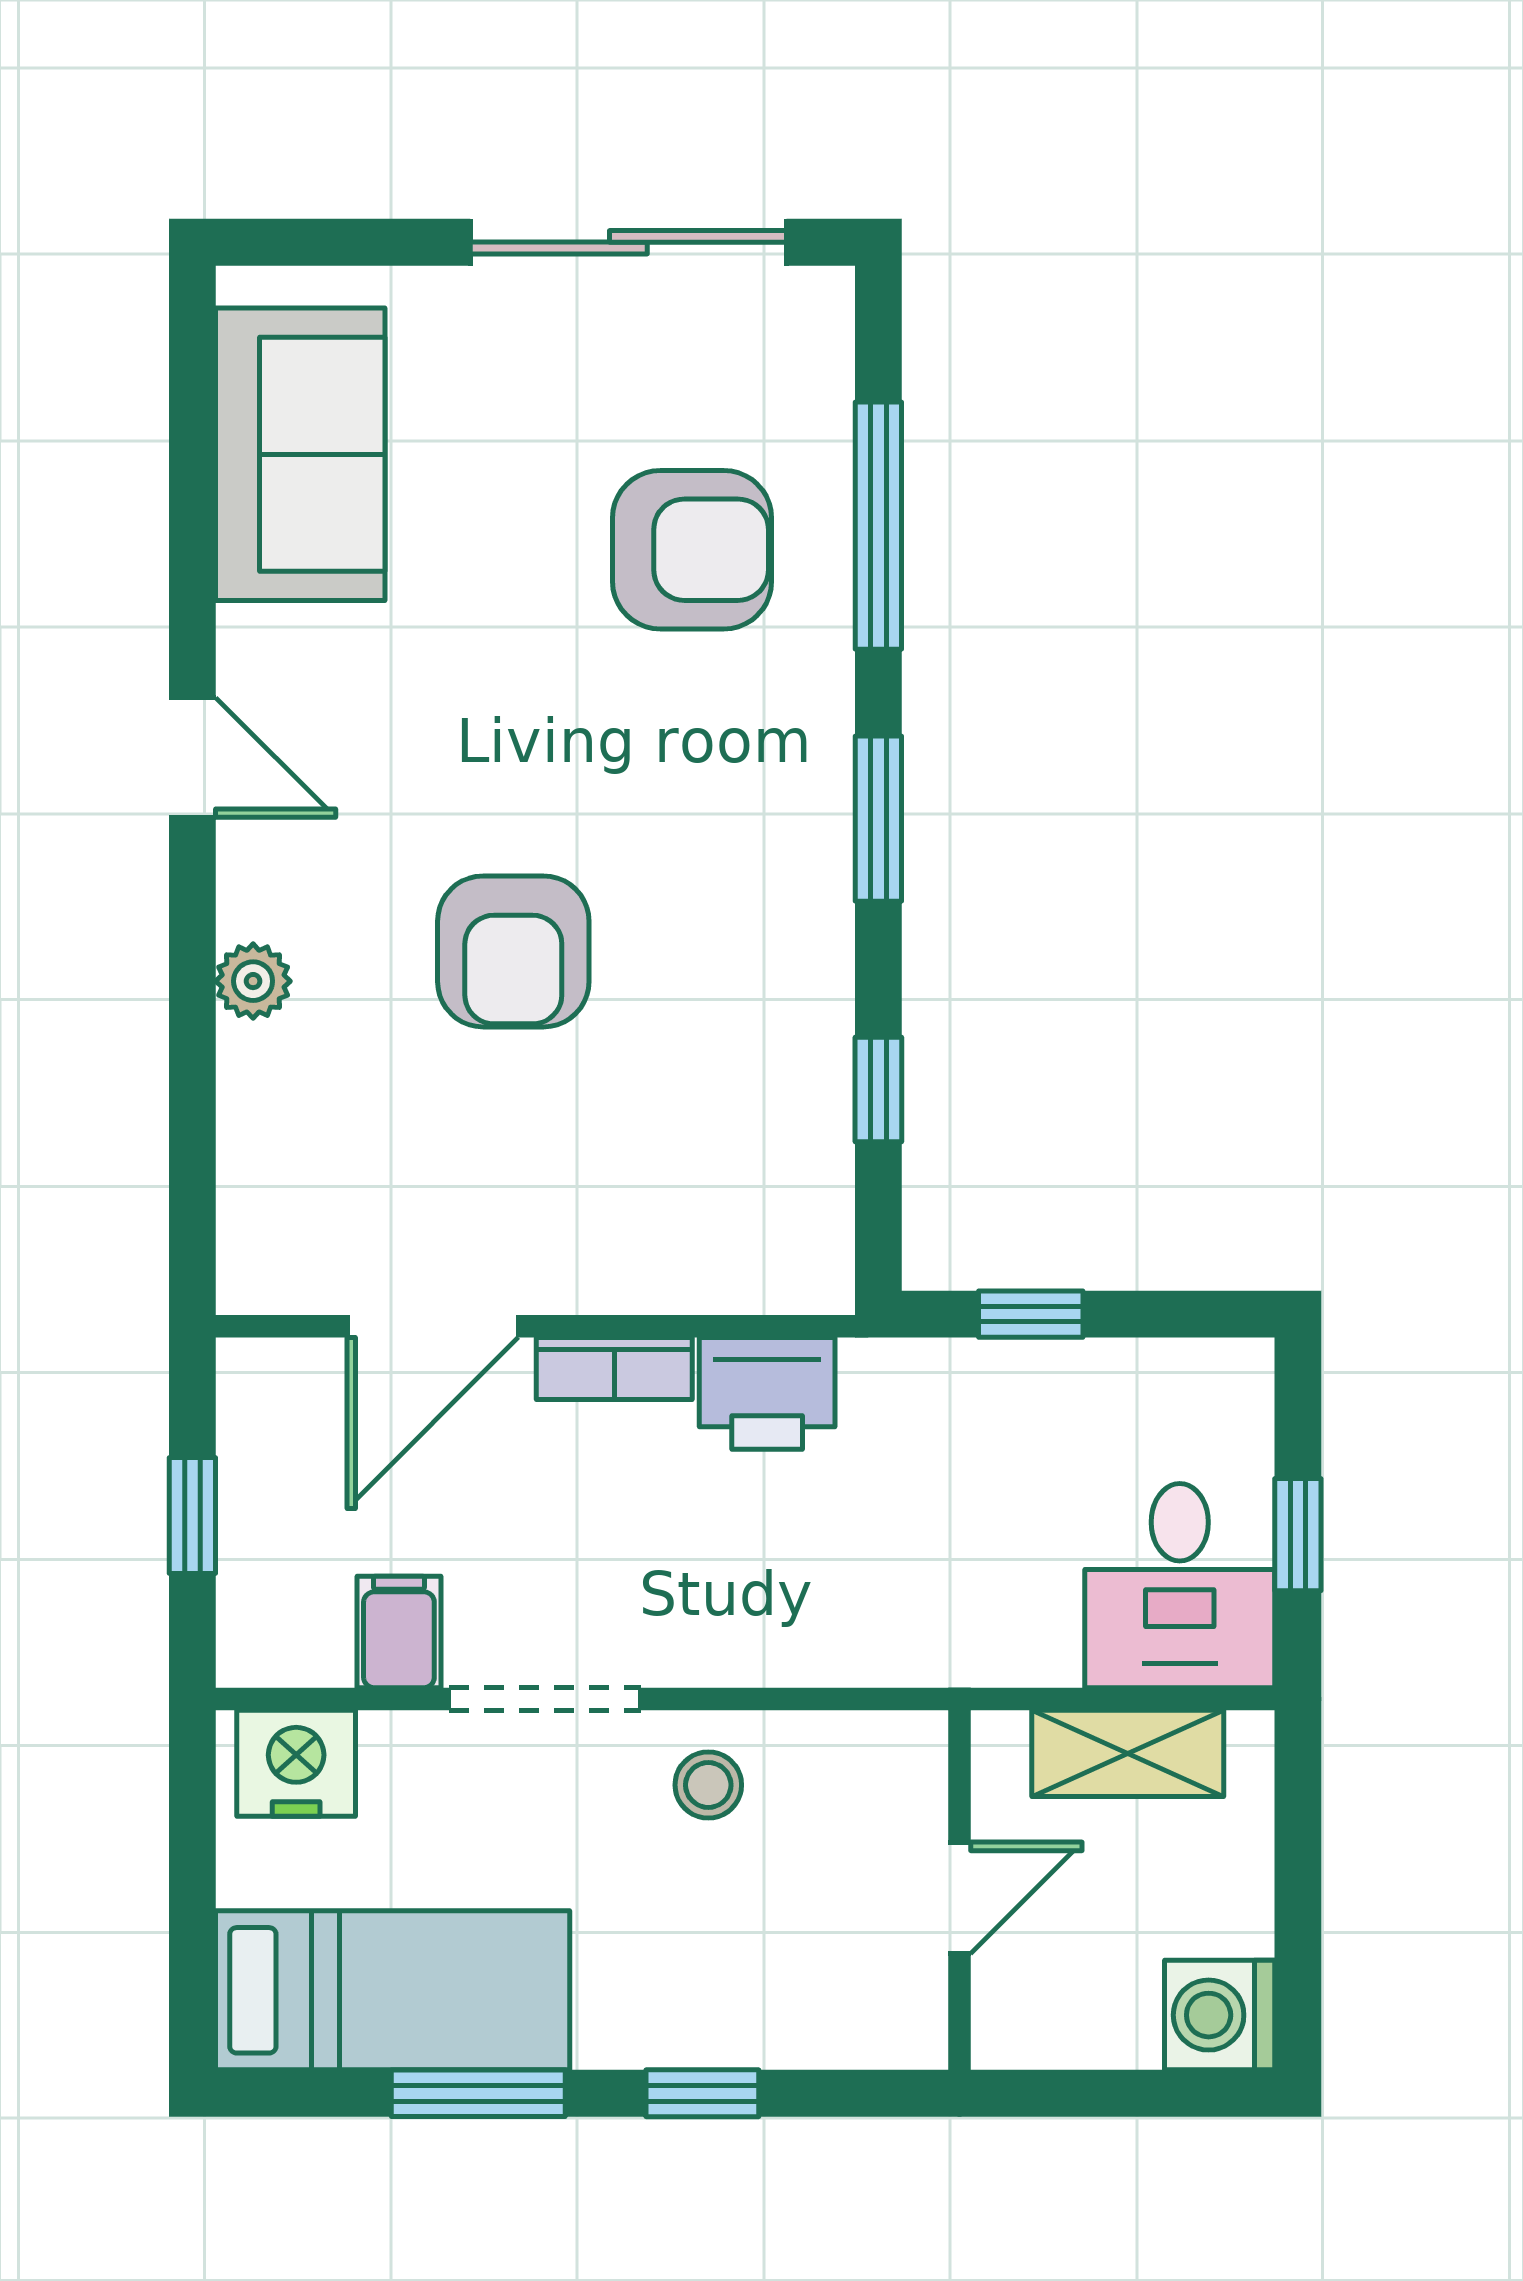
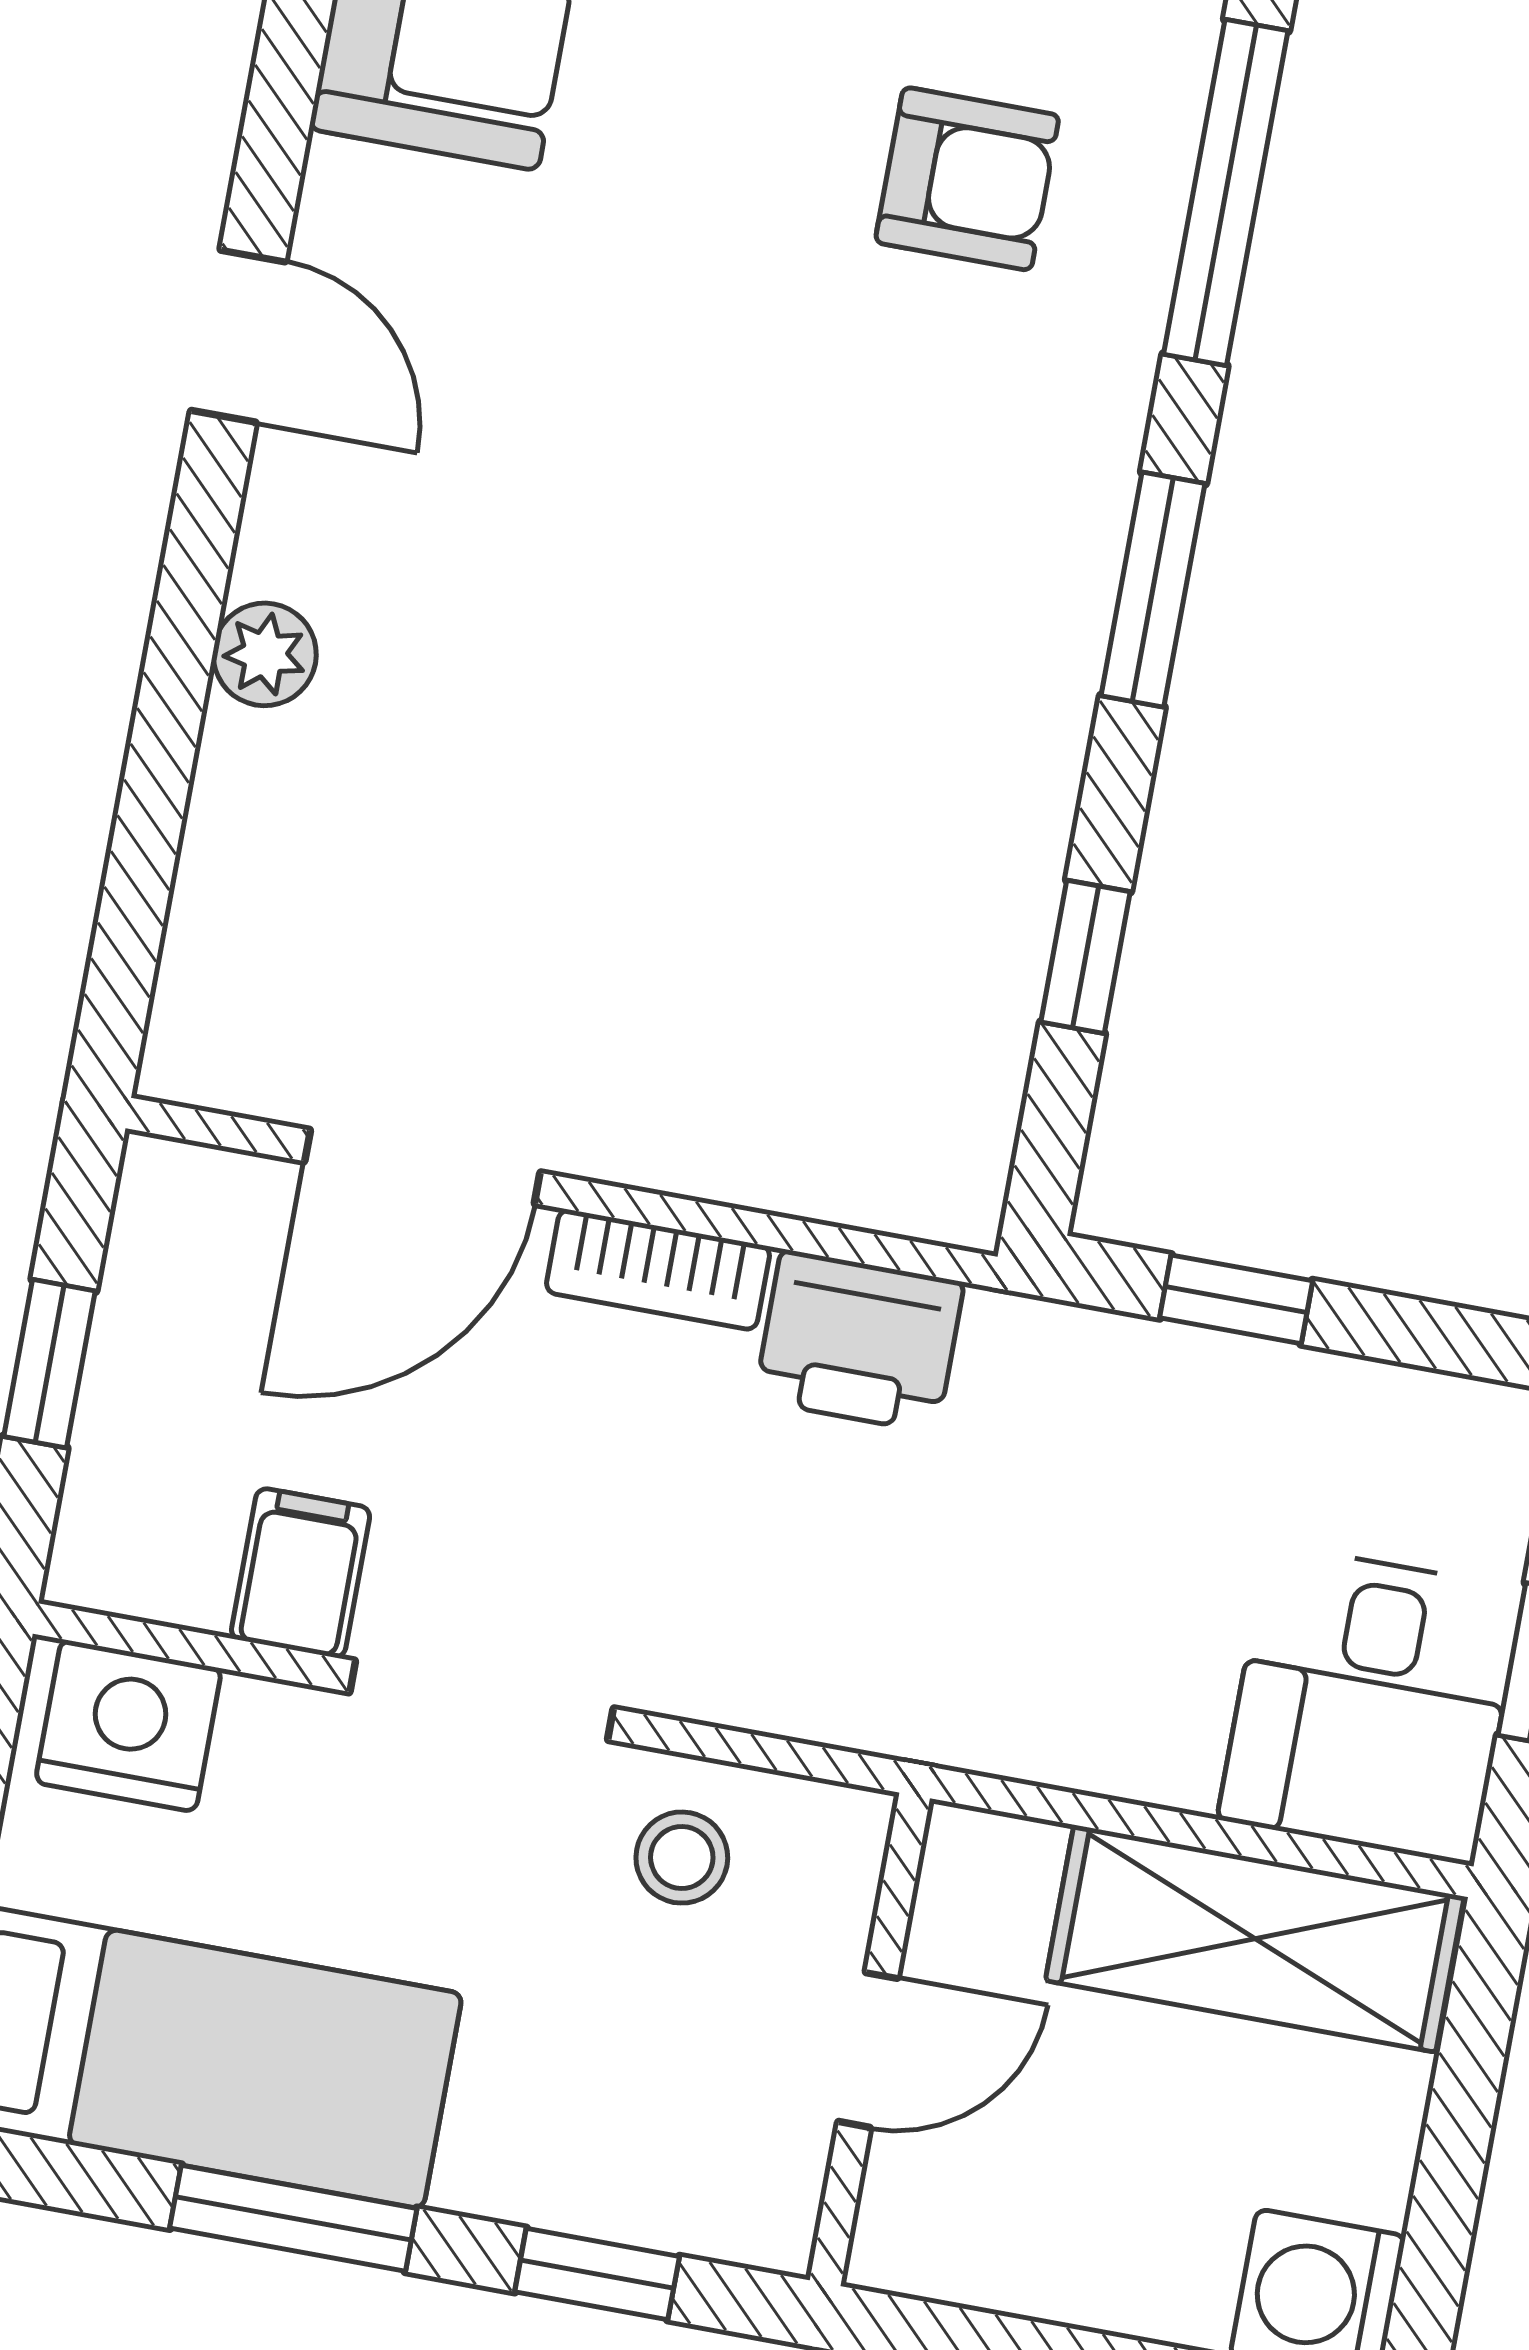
armchair: (692, 550) -> (967, 179), width x0.72, depth x0.72
armchair: (513, 951) -> (625, 679), removed
shelving: (1128, 1753) -> (1255, 1939), width x1.50, depth x1.33
wall: (959, 1890) -> (870, 2039), moved
door: (959, 1898) -> (868, 2050), moved

